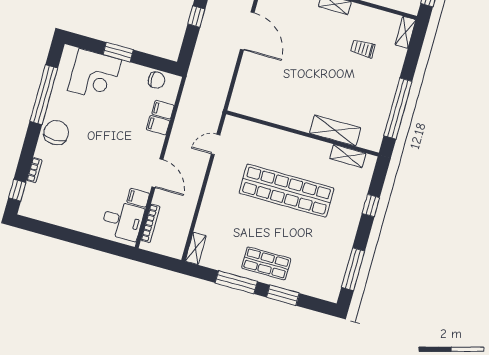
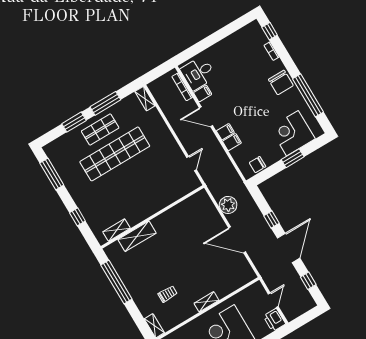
plant: (222, 72) -> (228, 205), added
filing cabinet: (163, 110) -> (225, 132), moved
shop shelf: (287, 191) -> (115, 154), moved

